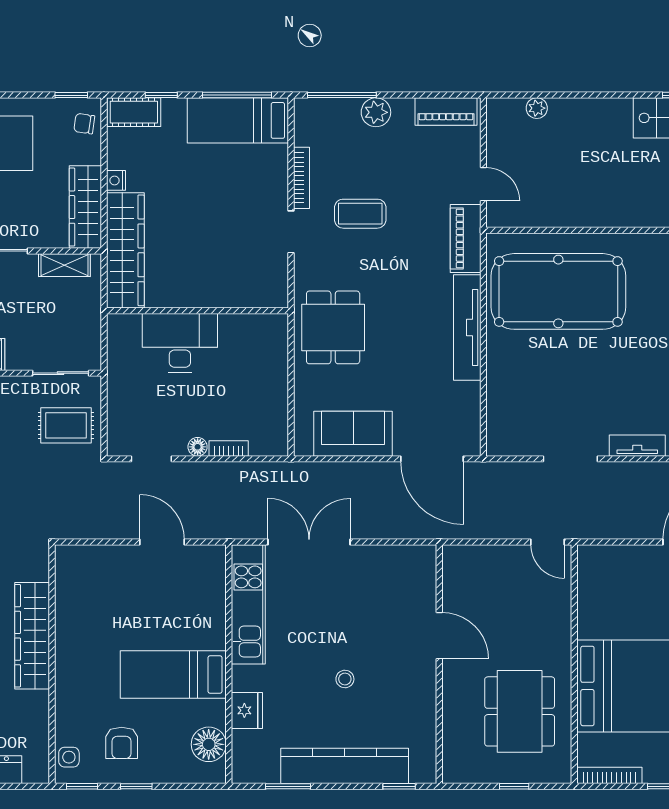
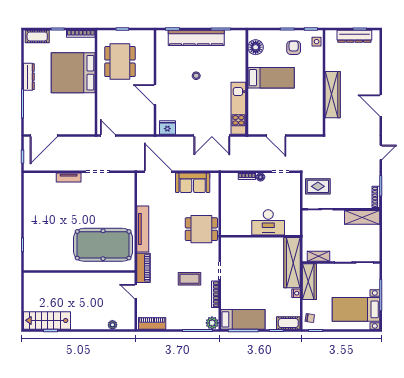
plant: (376, 112) -> (212, 323), moved
dining table: (333, 327) -> (201, 229), turned 90
fridge: (247, 710) -> (167, 128), moved, turned 90

